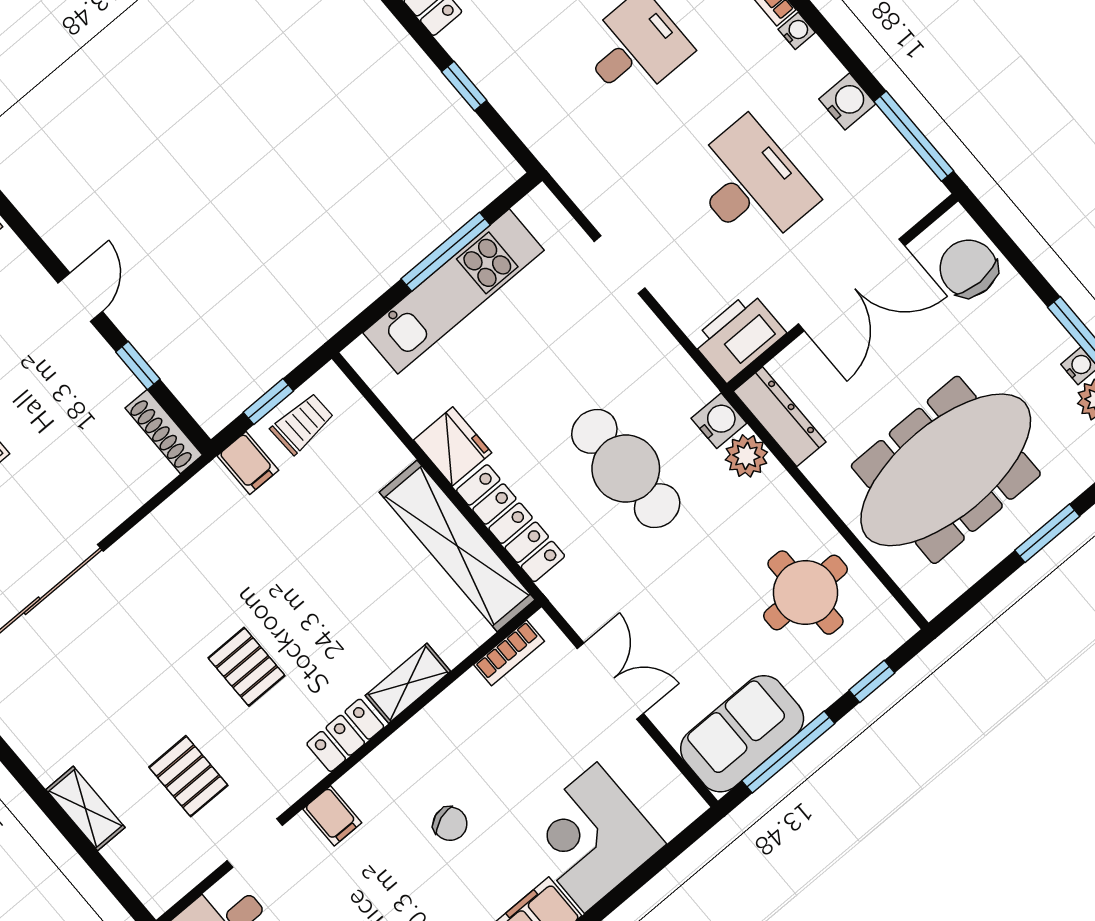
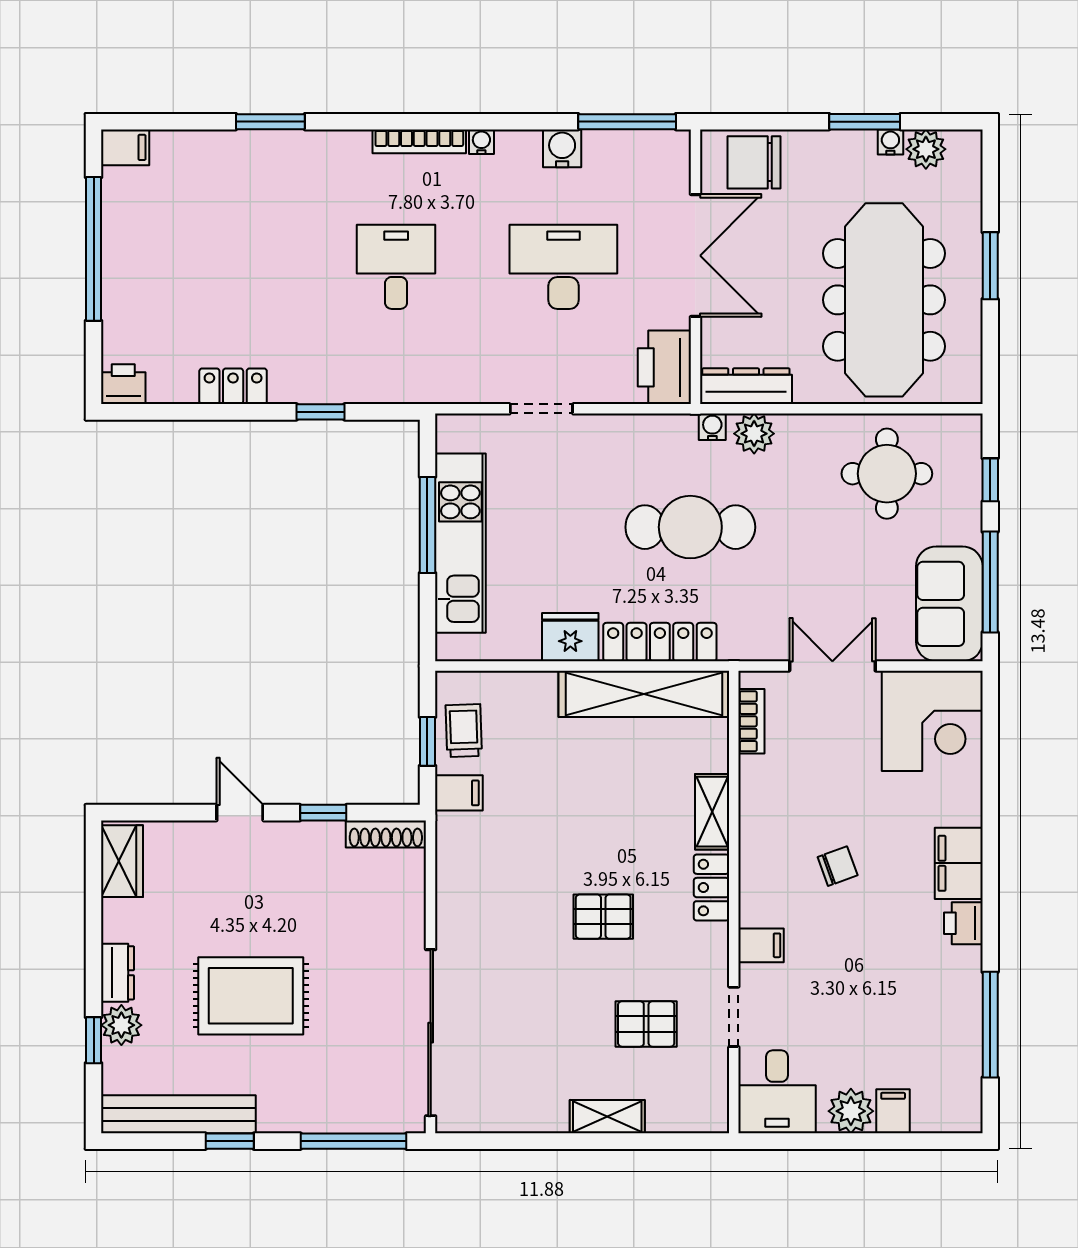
water cooler: (719, 421) -> (712, 427), width x0.72, depth x0.72
corner desk: (591, 838) -> (932, 721), moved, turned -90

